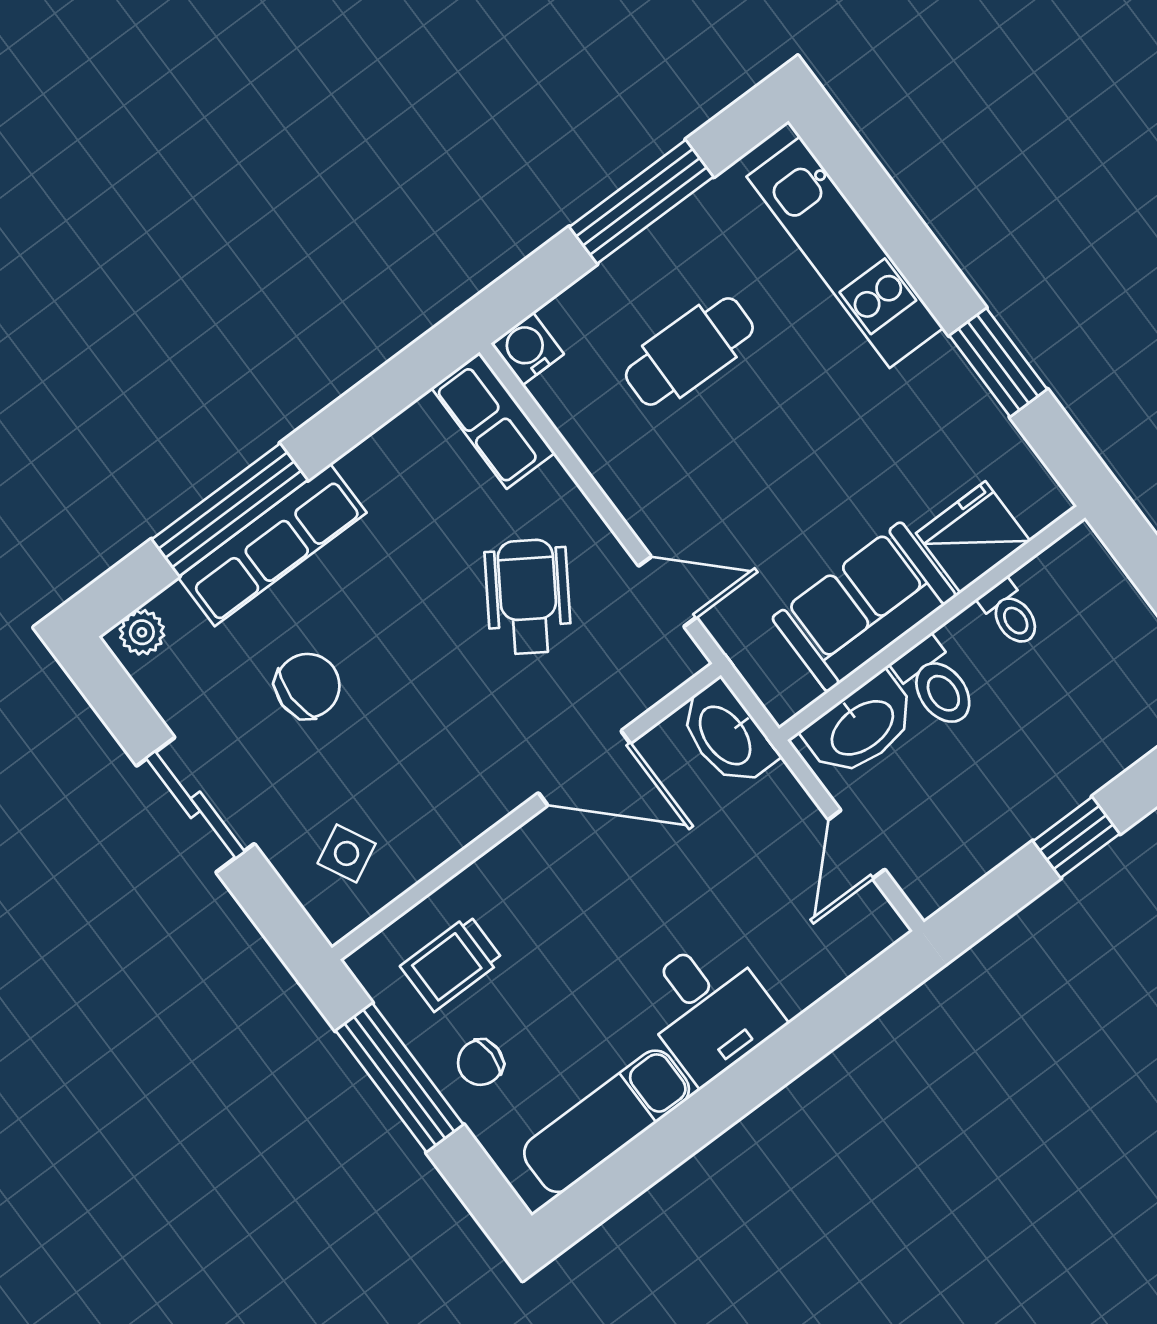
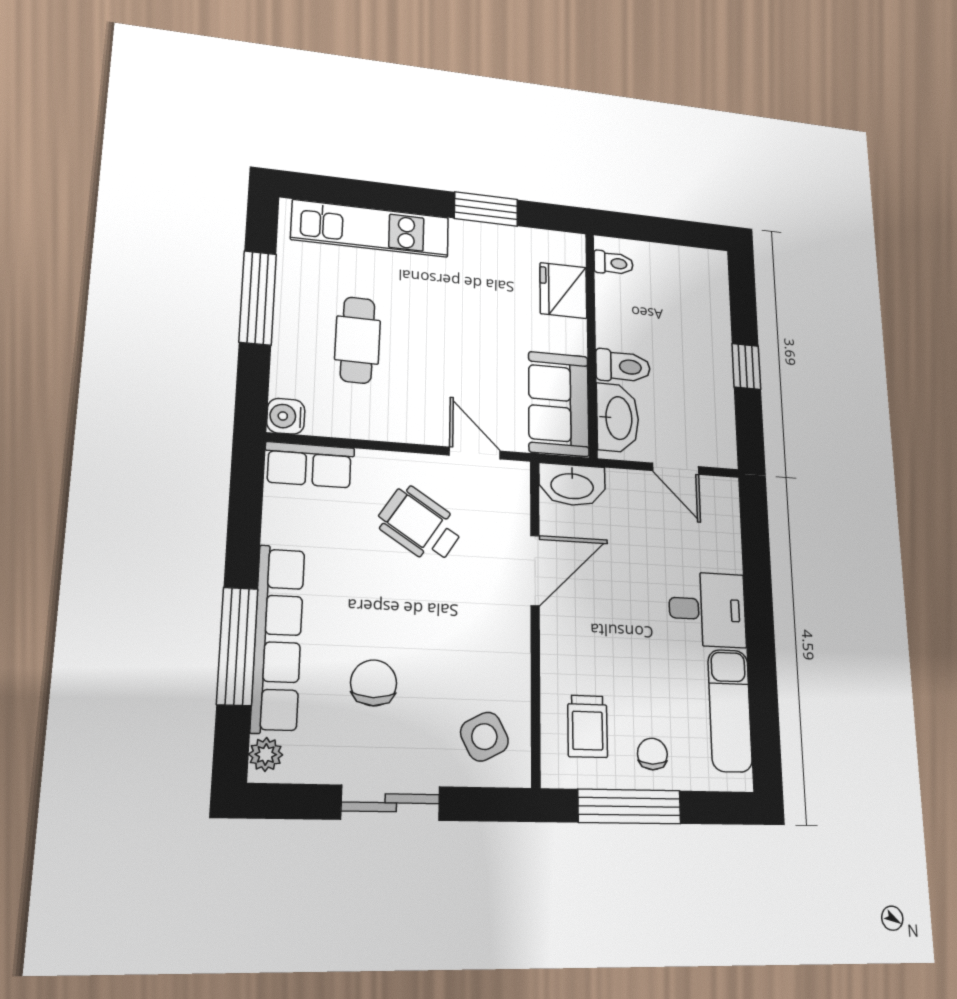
row of seats: (272, 545) -> (278, 638), width x1.36
door: (668, 592) -> (475, 453), hinge flipped
sofa: (864, 607) -> (559, 404), moved
toilet: (1010, 613) -> (613, 263), moved
side table: (347, 853) -> (484, 737), width x1.37, depth x1.37
chair: (480, 1062) -> (652, 754), turned 180

